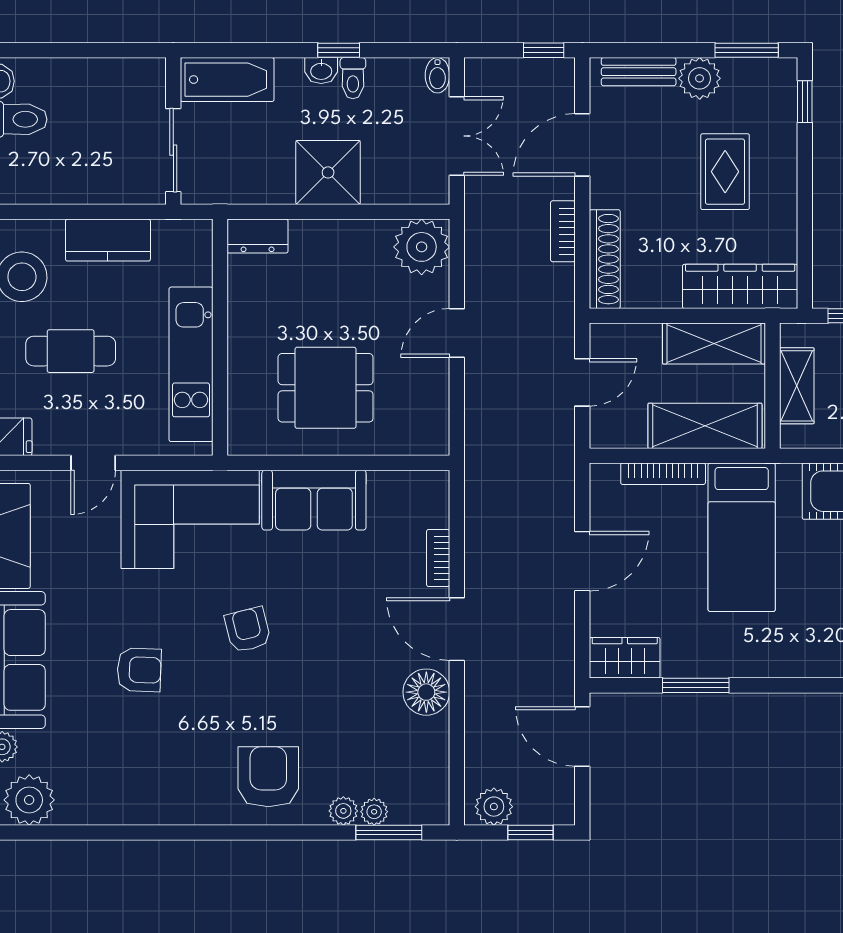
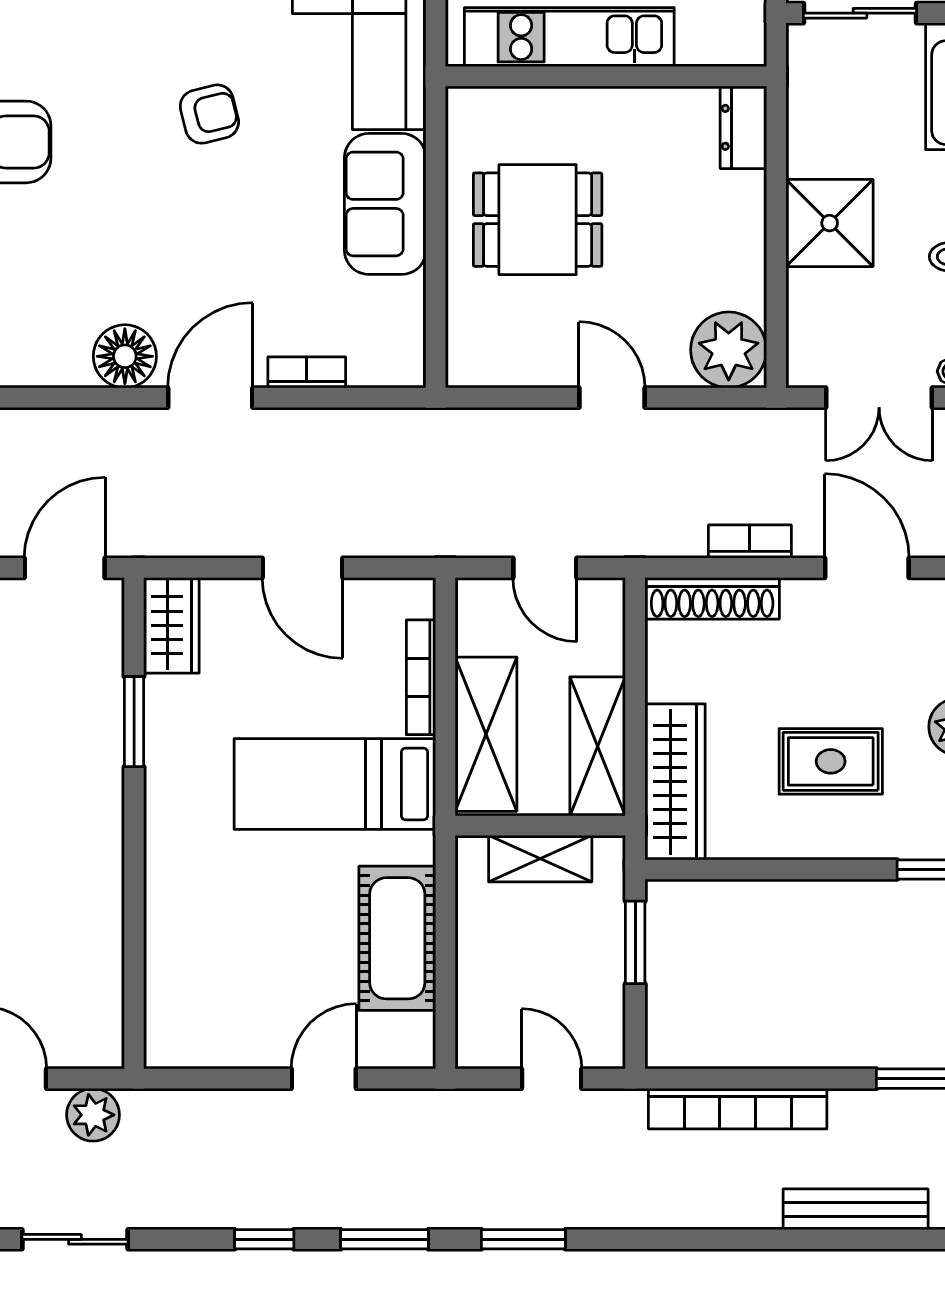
dining table: (326, 388) -> (538, 220), turned 90

